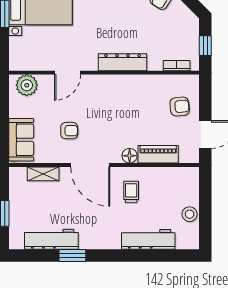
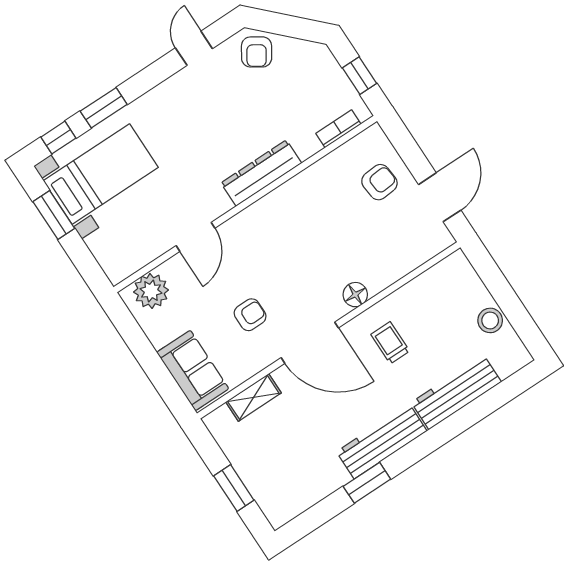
piano: (158, 154) -> (393, 267), removed
workbench: (51, 239) -> (382, 441), moved

